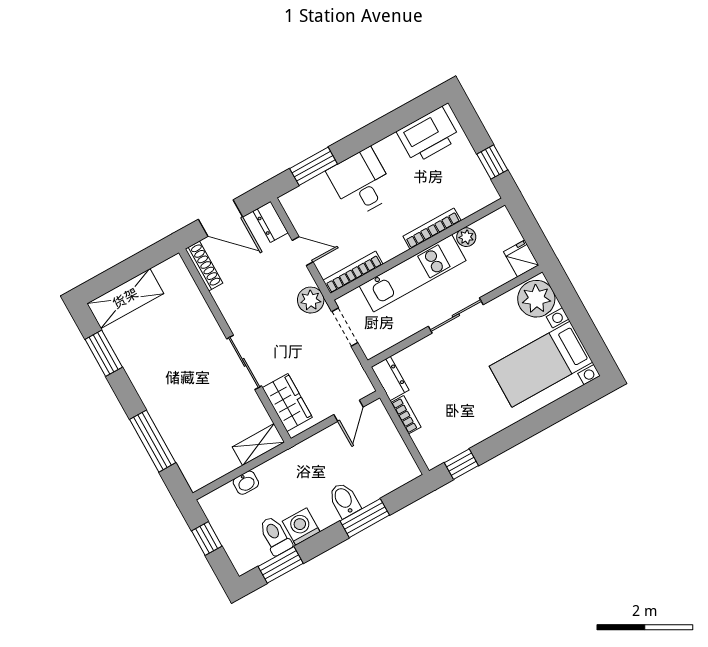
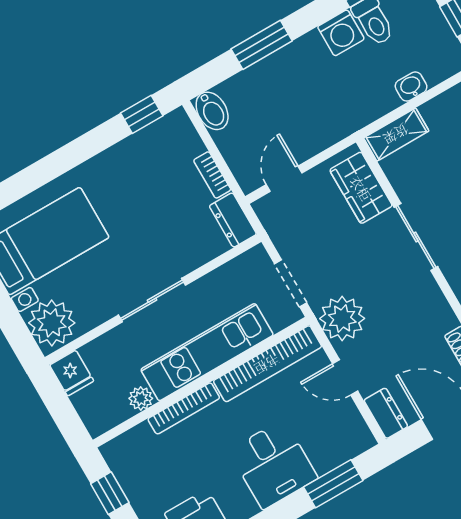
bookcase: (353, 272) -> (267, 364), width x1.48, depth x1.31
plant: (311, 300) -> (342, 319), width x1.36, depth x1.36
bidet: (344, 500) -> (212, 111), moved

